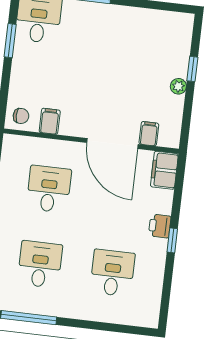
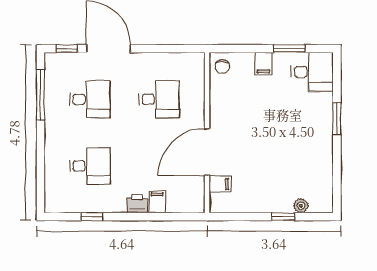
plant: (178, 86) -> (301, 206), moved
filing cabinet: (50, 121) -> (263, 64), moved, turned 90
filing cabinet: (164, 170) -> (157, 202), moved, width x0.50
window: (172, 240) -> (92, 217), moved

